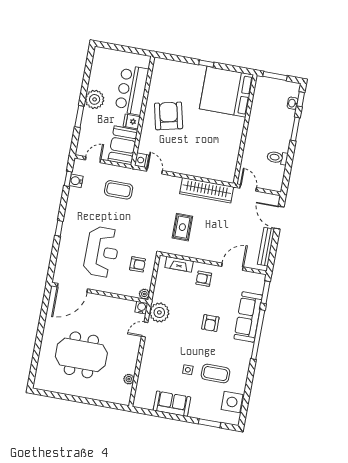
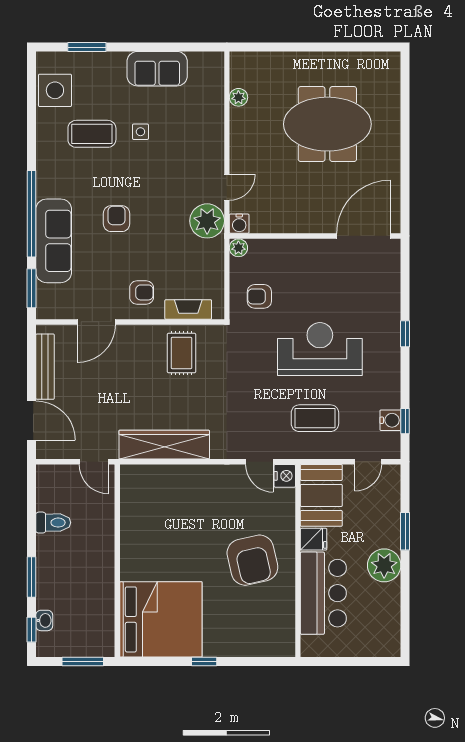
rug: (182, 227) -> (181, 353), moved
reception desk: (102, 252) -> (320, 349), moved, turned 90

